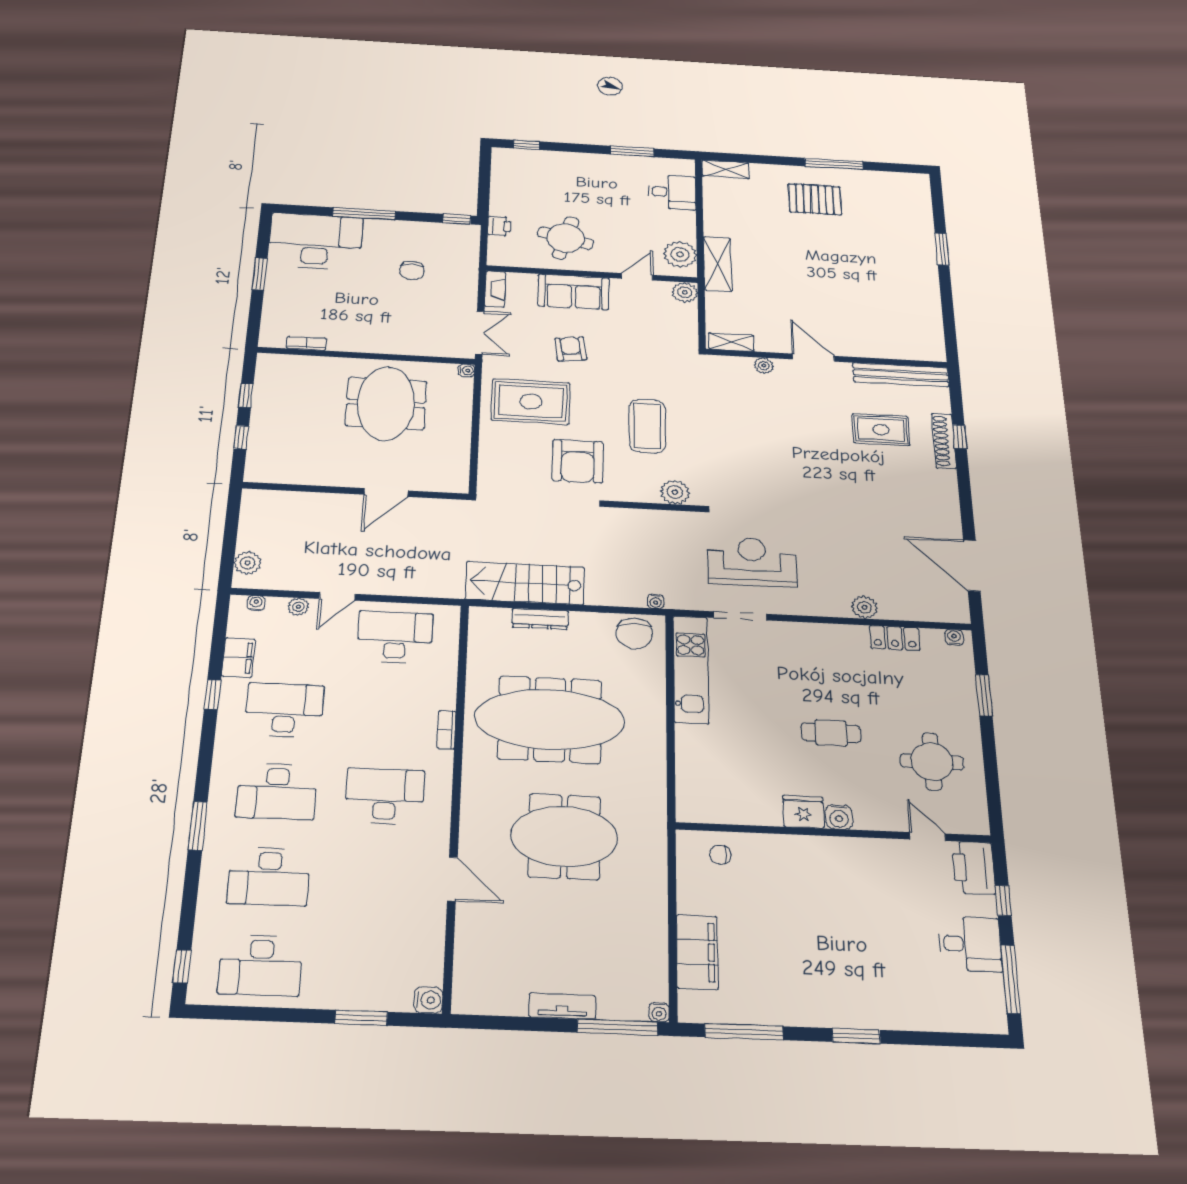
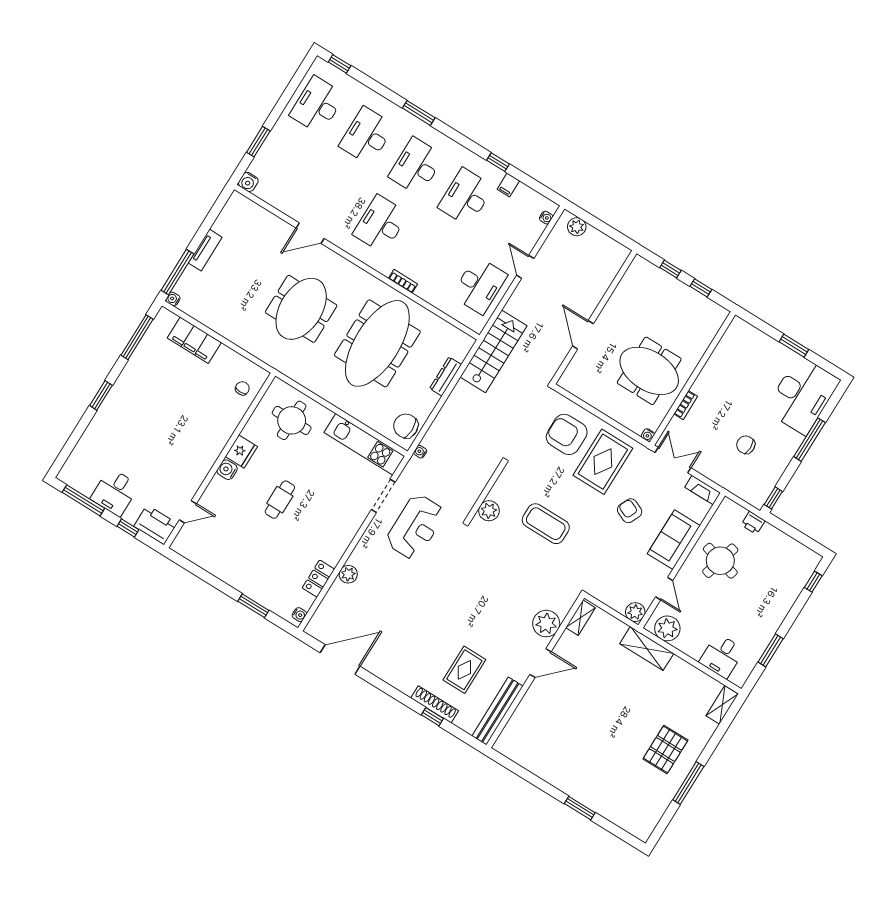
double door: (480, 333) -> (673, 460), swing flipped
bookcase: (306, 343) -> (686, 405), moved
armchair: (571, 349) -> (630, 511), turned -148
plant: (764, 366) -> (546, 624), width x1.87, depth x1.87
armchair: (578, 461) -> (567, 434), moved
stairs: (525, 583) -> (493, 351), moved
plant: (298, 607) -> (530, 241), removed
filing cabinet: (238, 658) -> (508, 185), width x0.50
desk: (284, 710) -> (466, 197), turned 180
round table: (932, 762) -> (292, 420), moved
desk: (385, 796) -> (381, 224), turned 180

